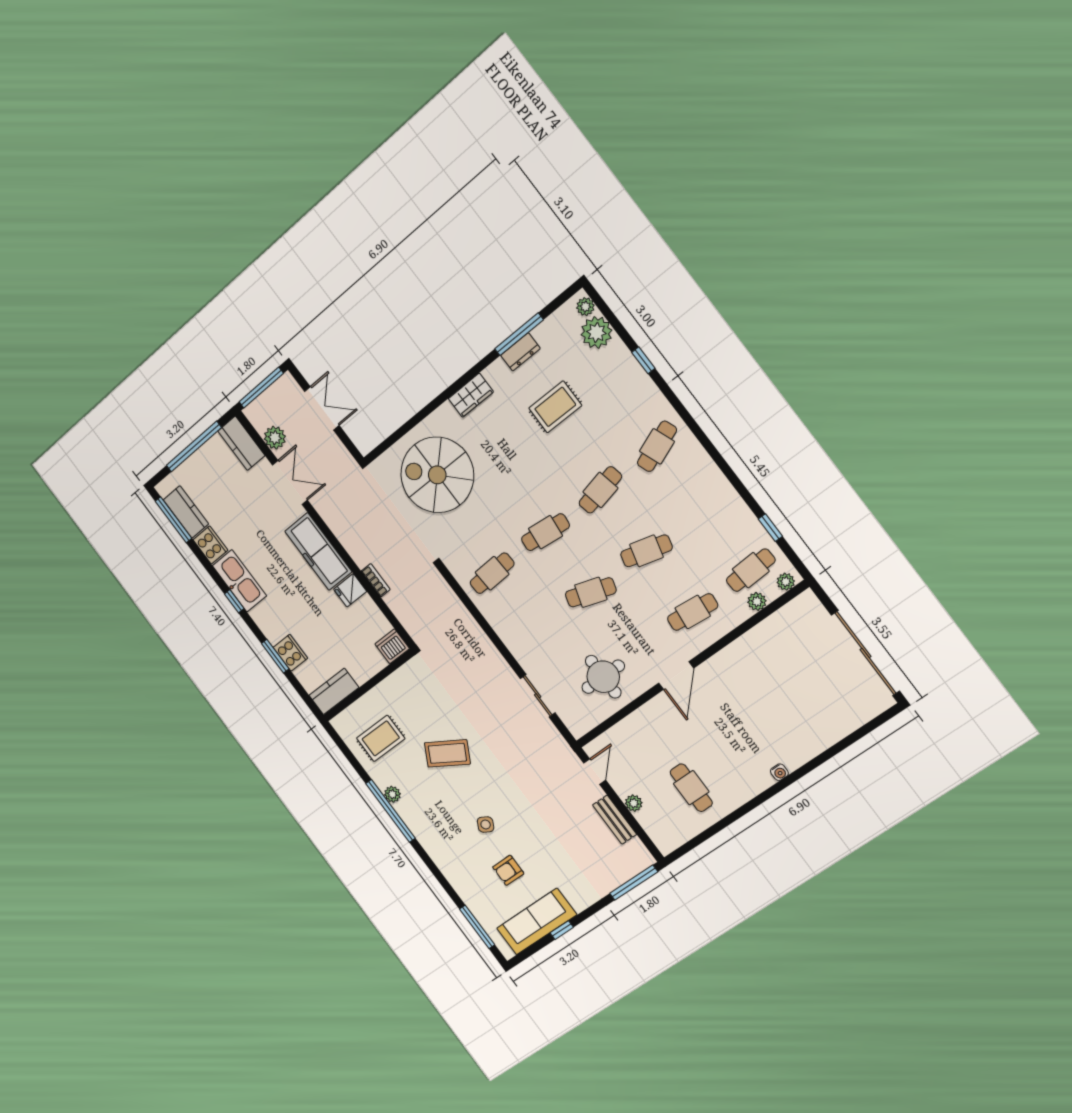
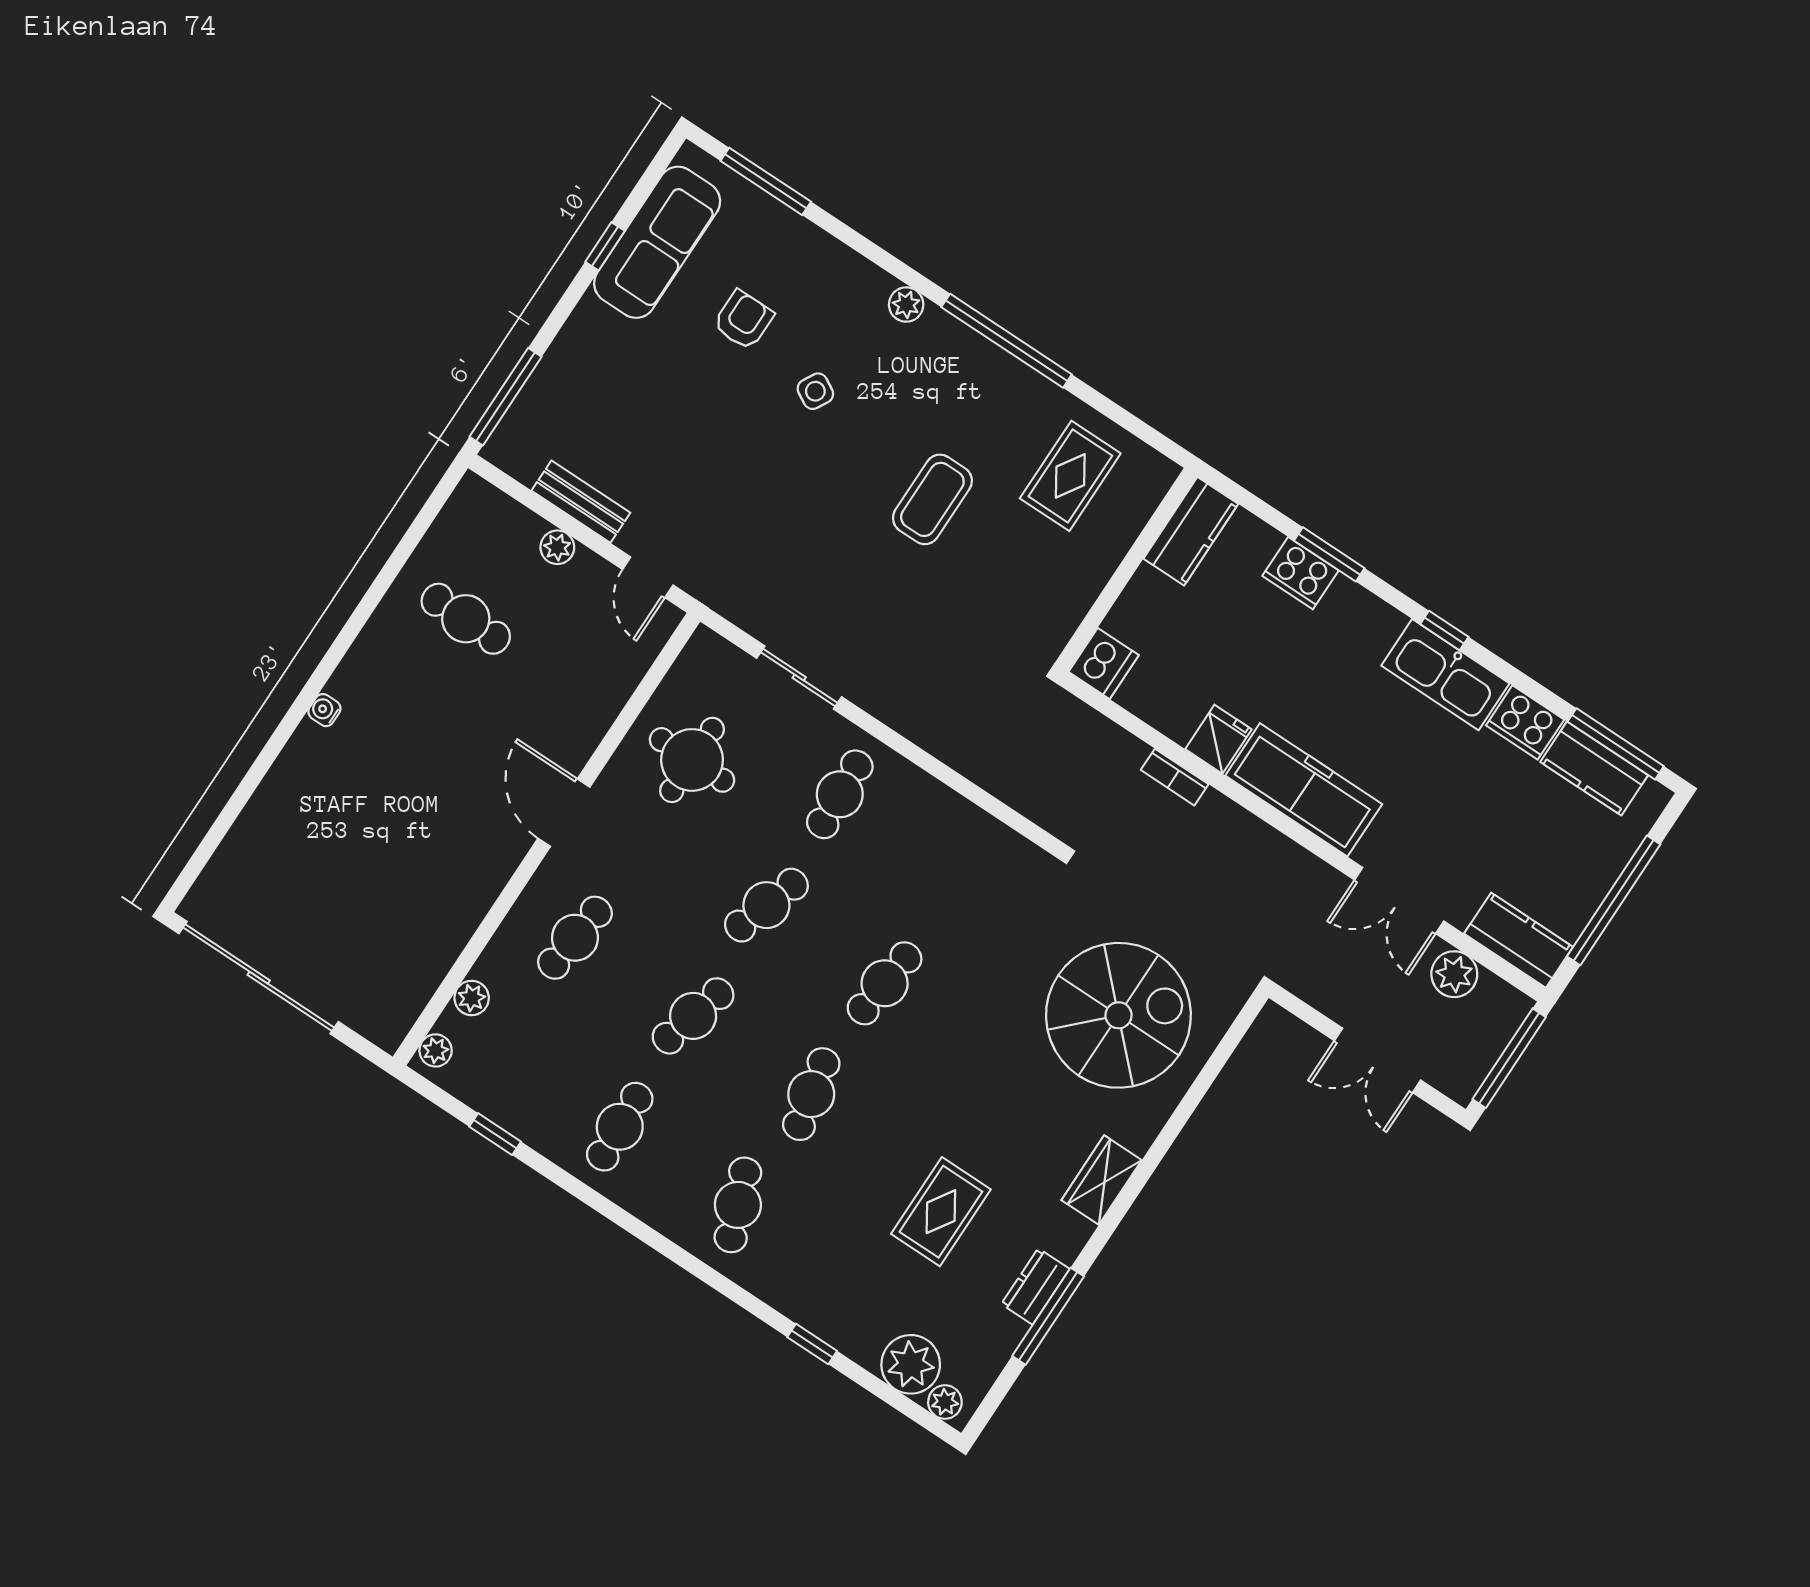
cafe table: (751, 570) -> (620, 1127), moved
cafe table: (492, 573) -> (840, 794), moved
coffee table: (447, 753) -> (932, 499), turned -30
plant: (392, 794) -> (906, 305), moved

